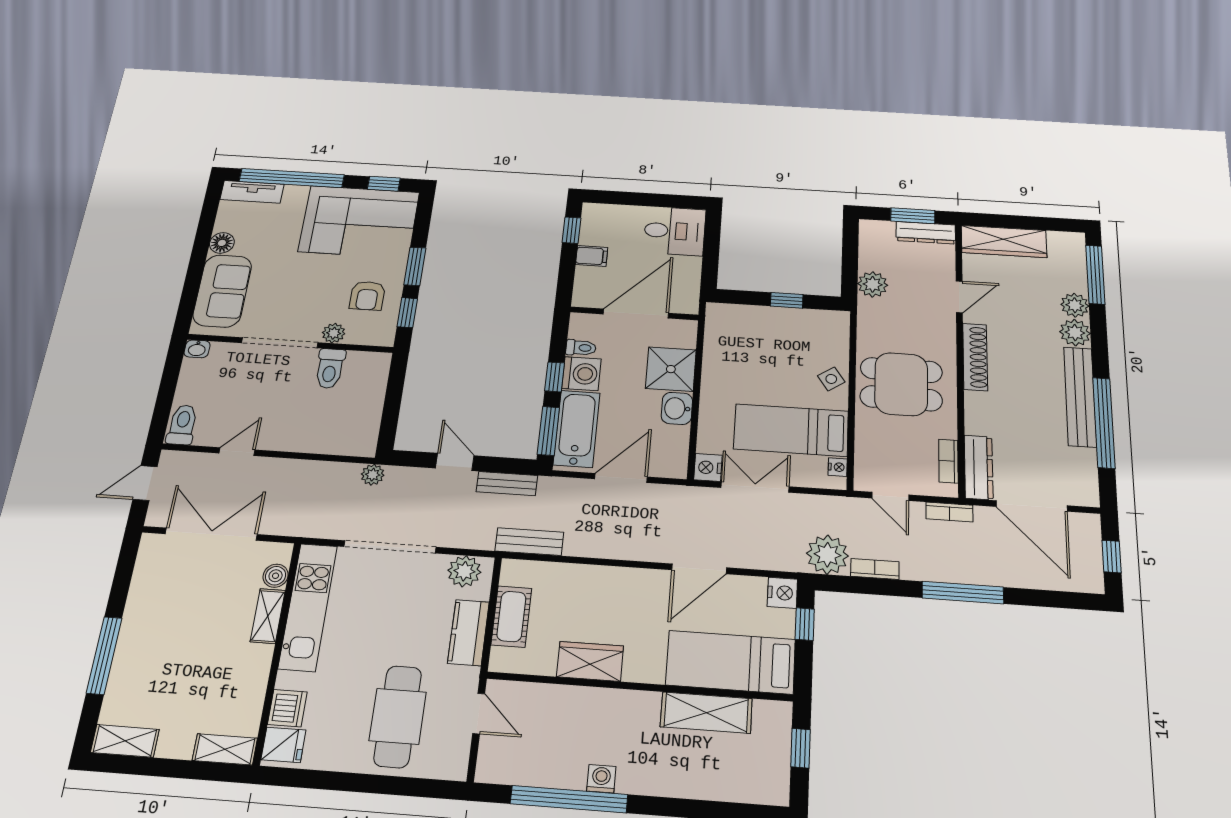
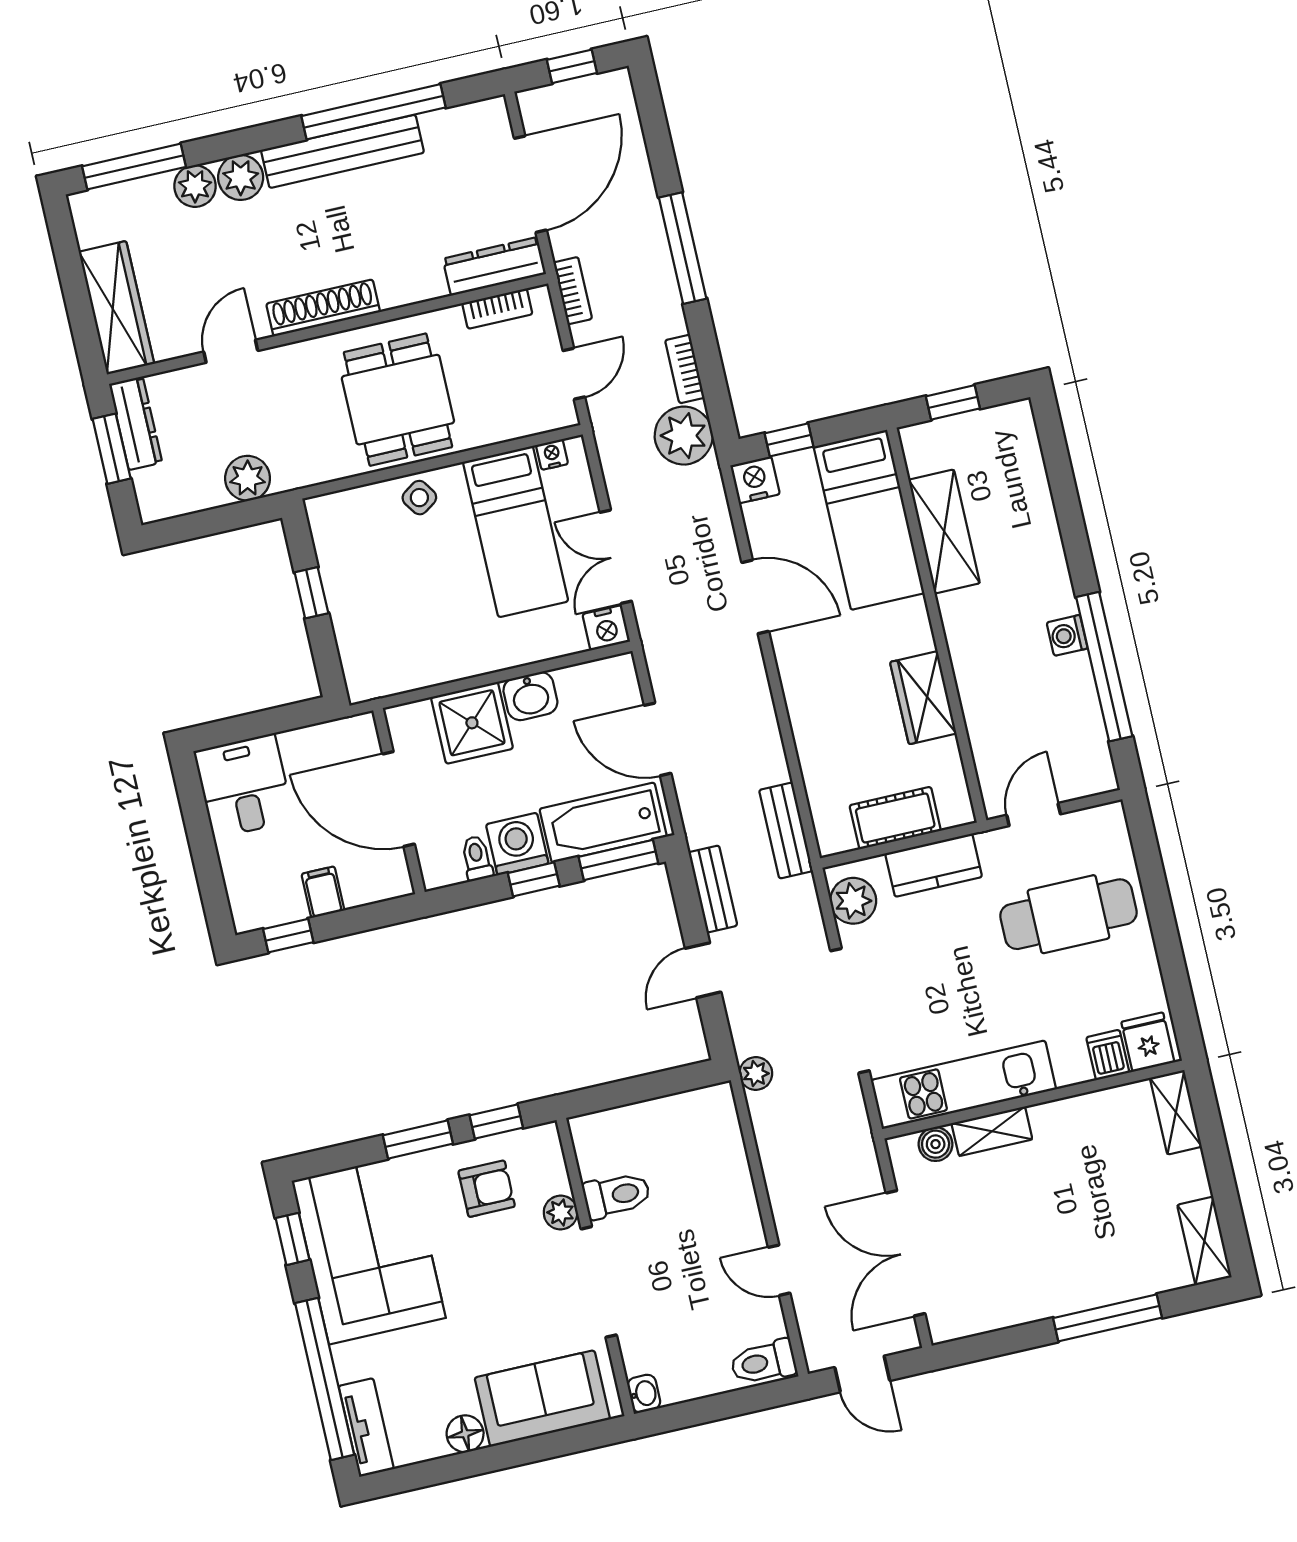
door: (959, 297) -> (231, 351), hinge flipped
dishwasher: (287, 708) -> (1108, 1055), width x0.73

